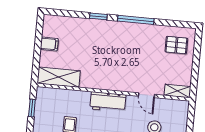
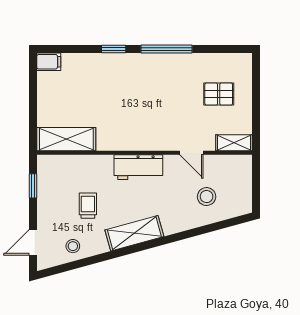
filing cabinet: (49, 44) -> (49, 62), moved
pallet: (176, 45) -> (219, 94), moved

